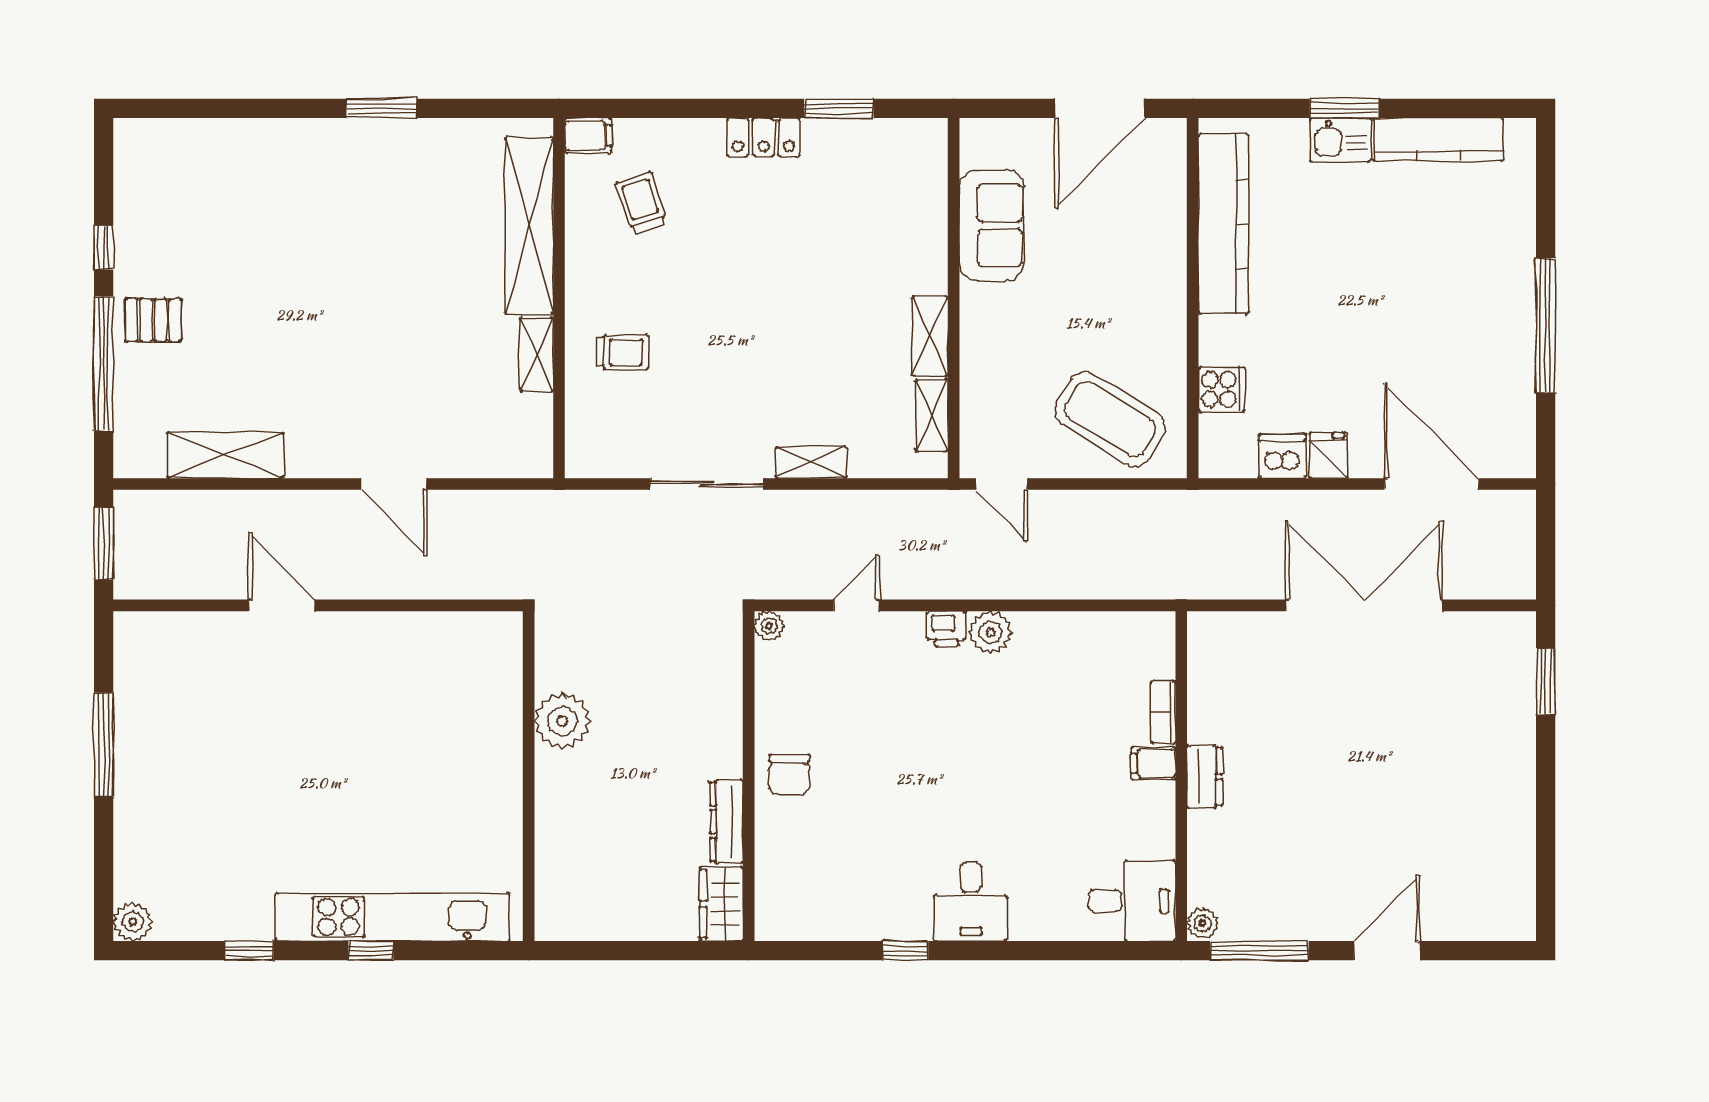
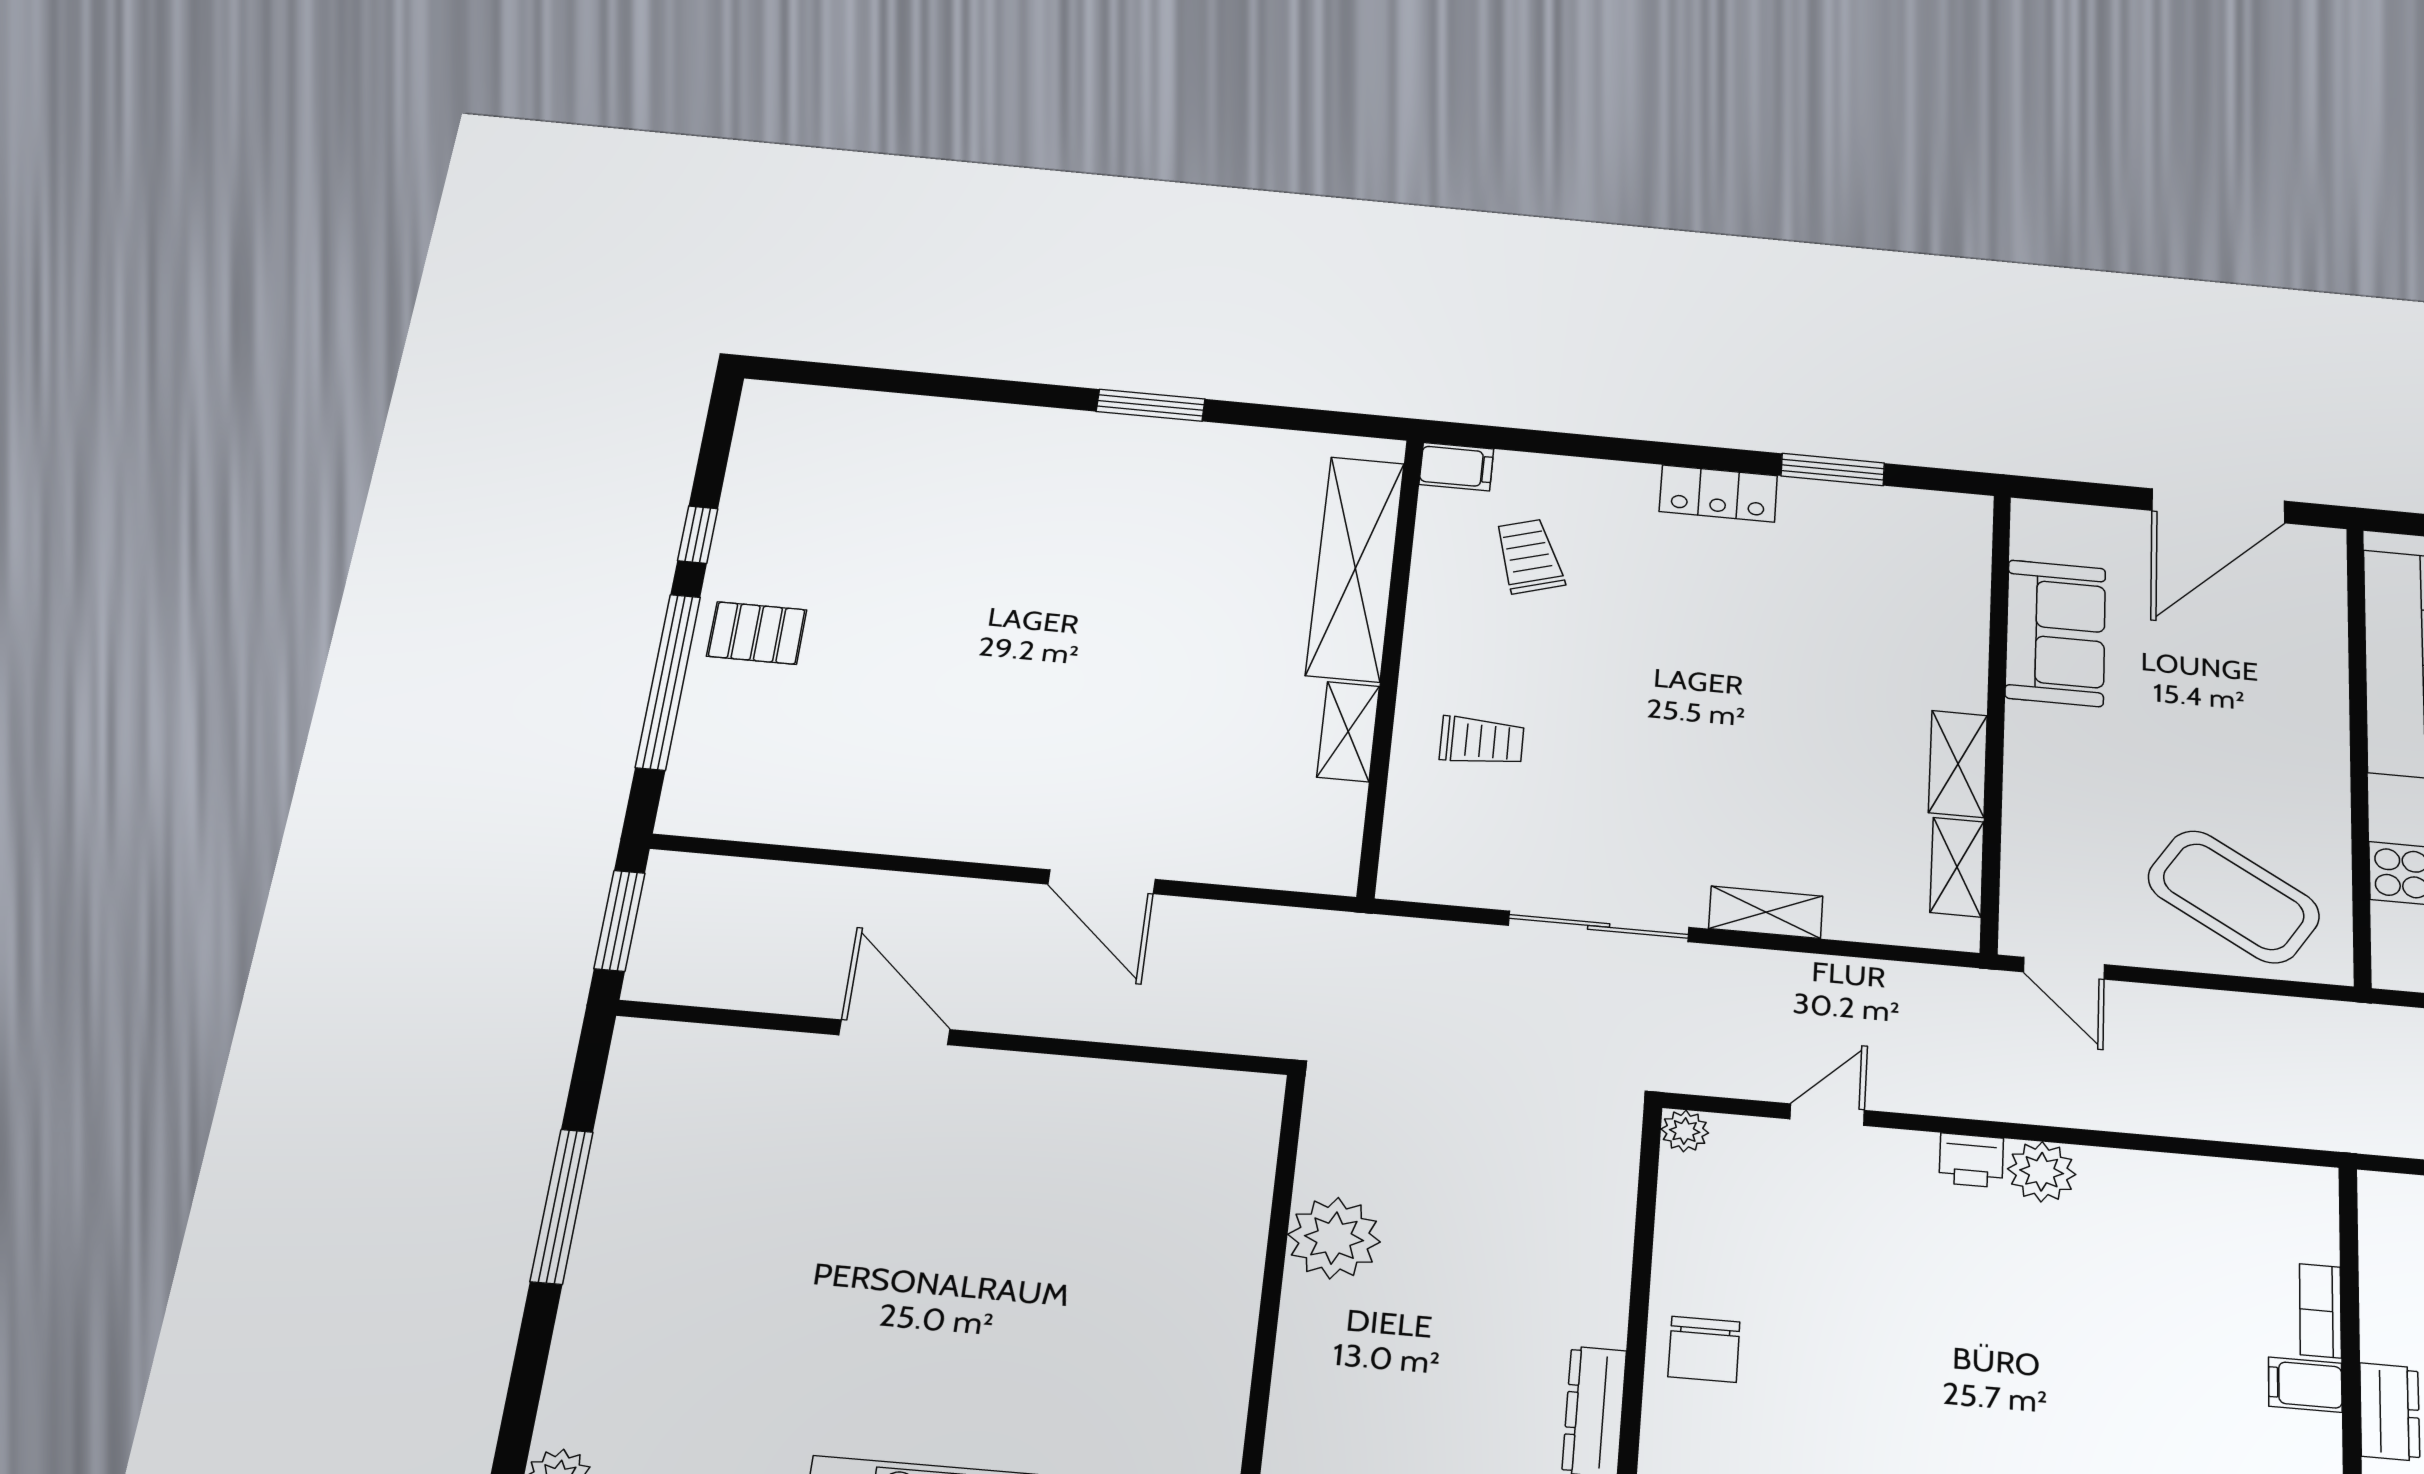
shelving: (225, 455) -> (838, 819), removed

